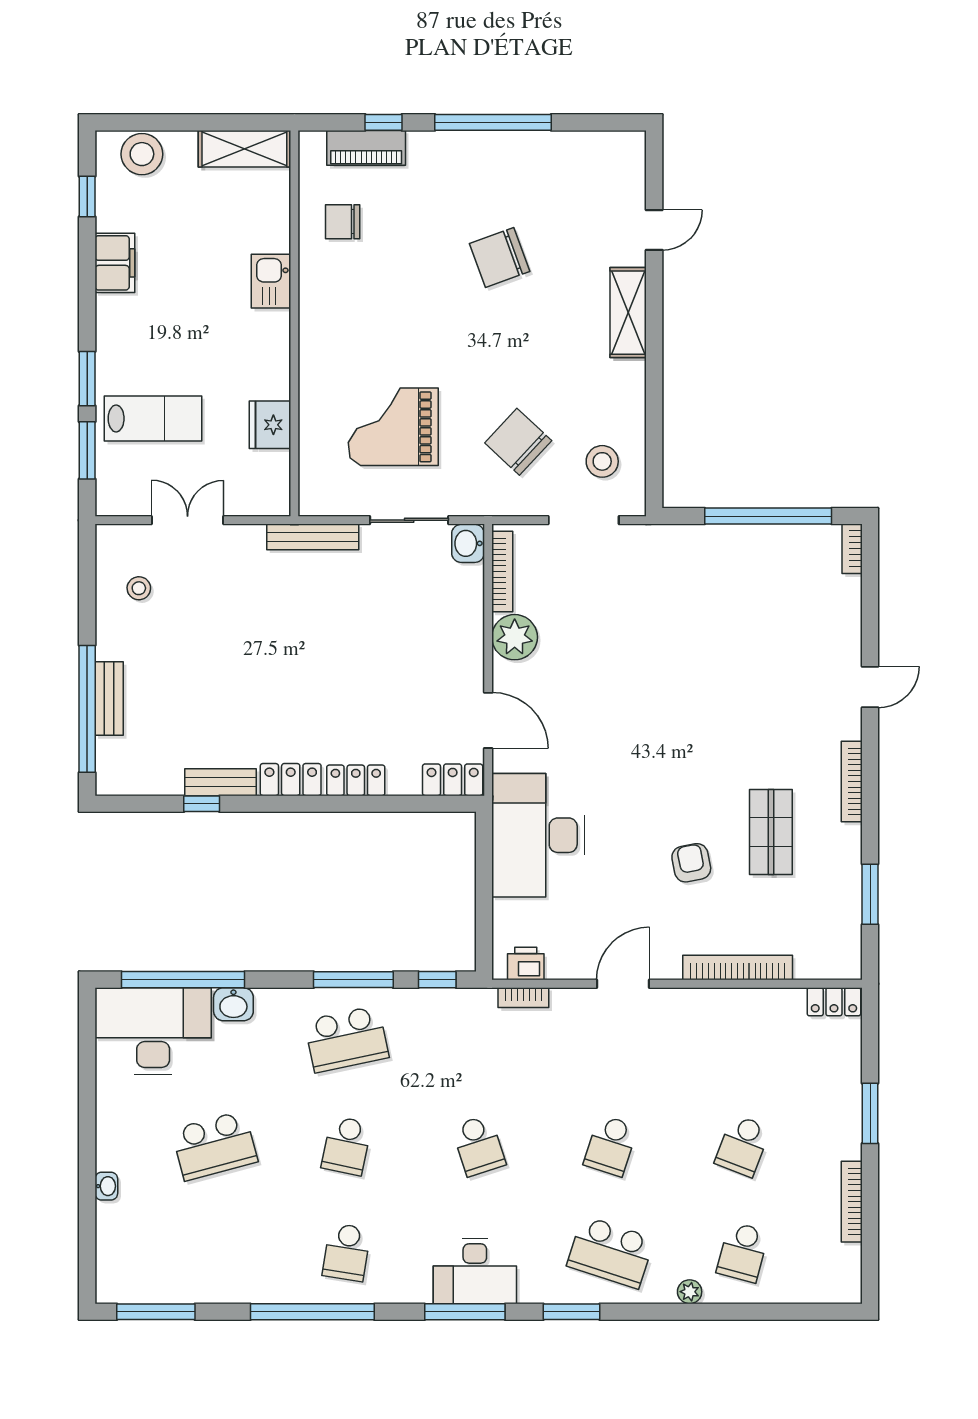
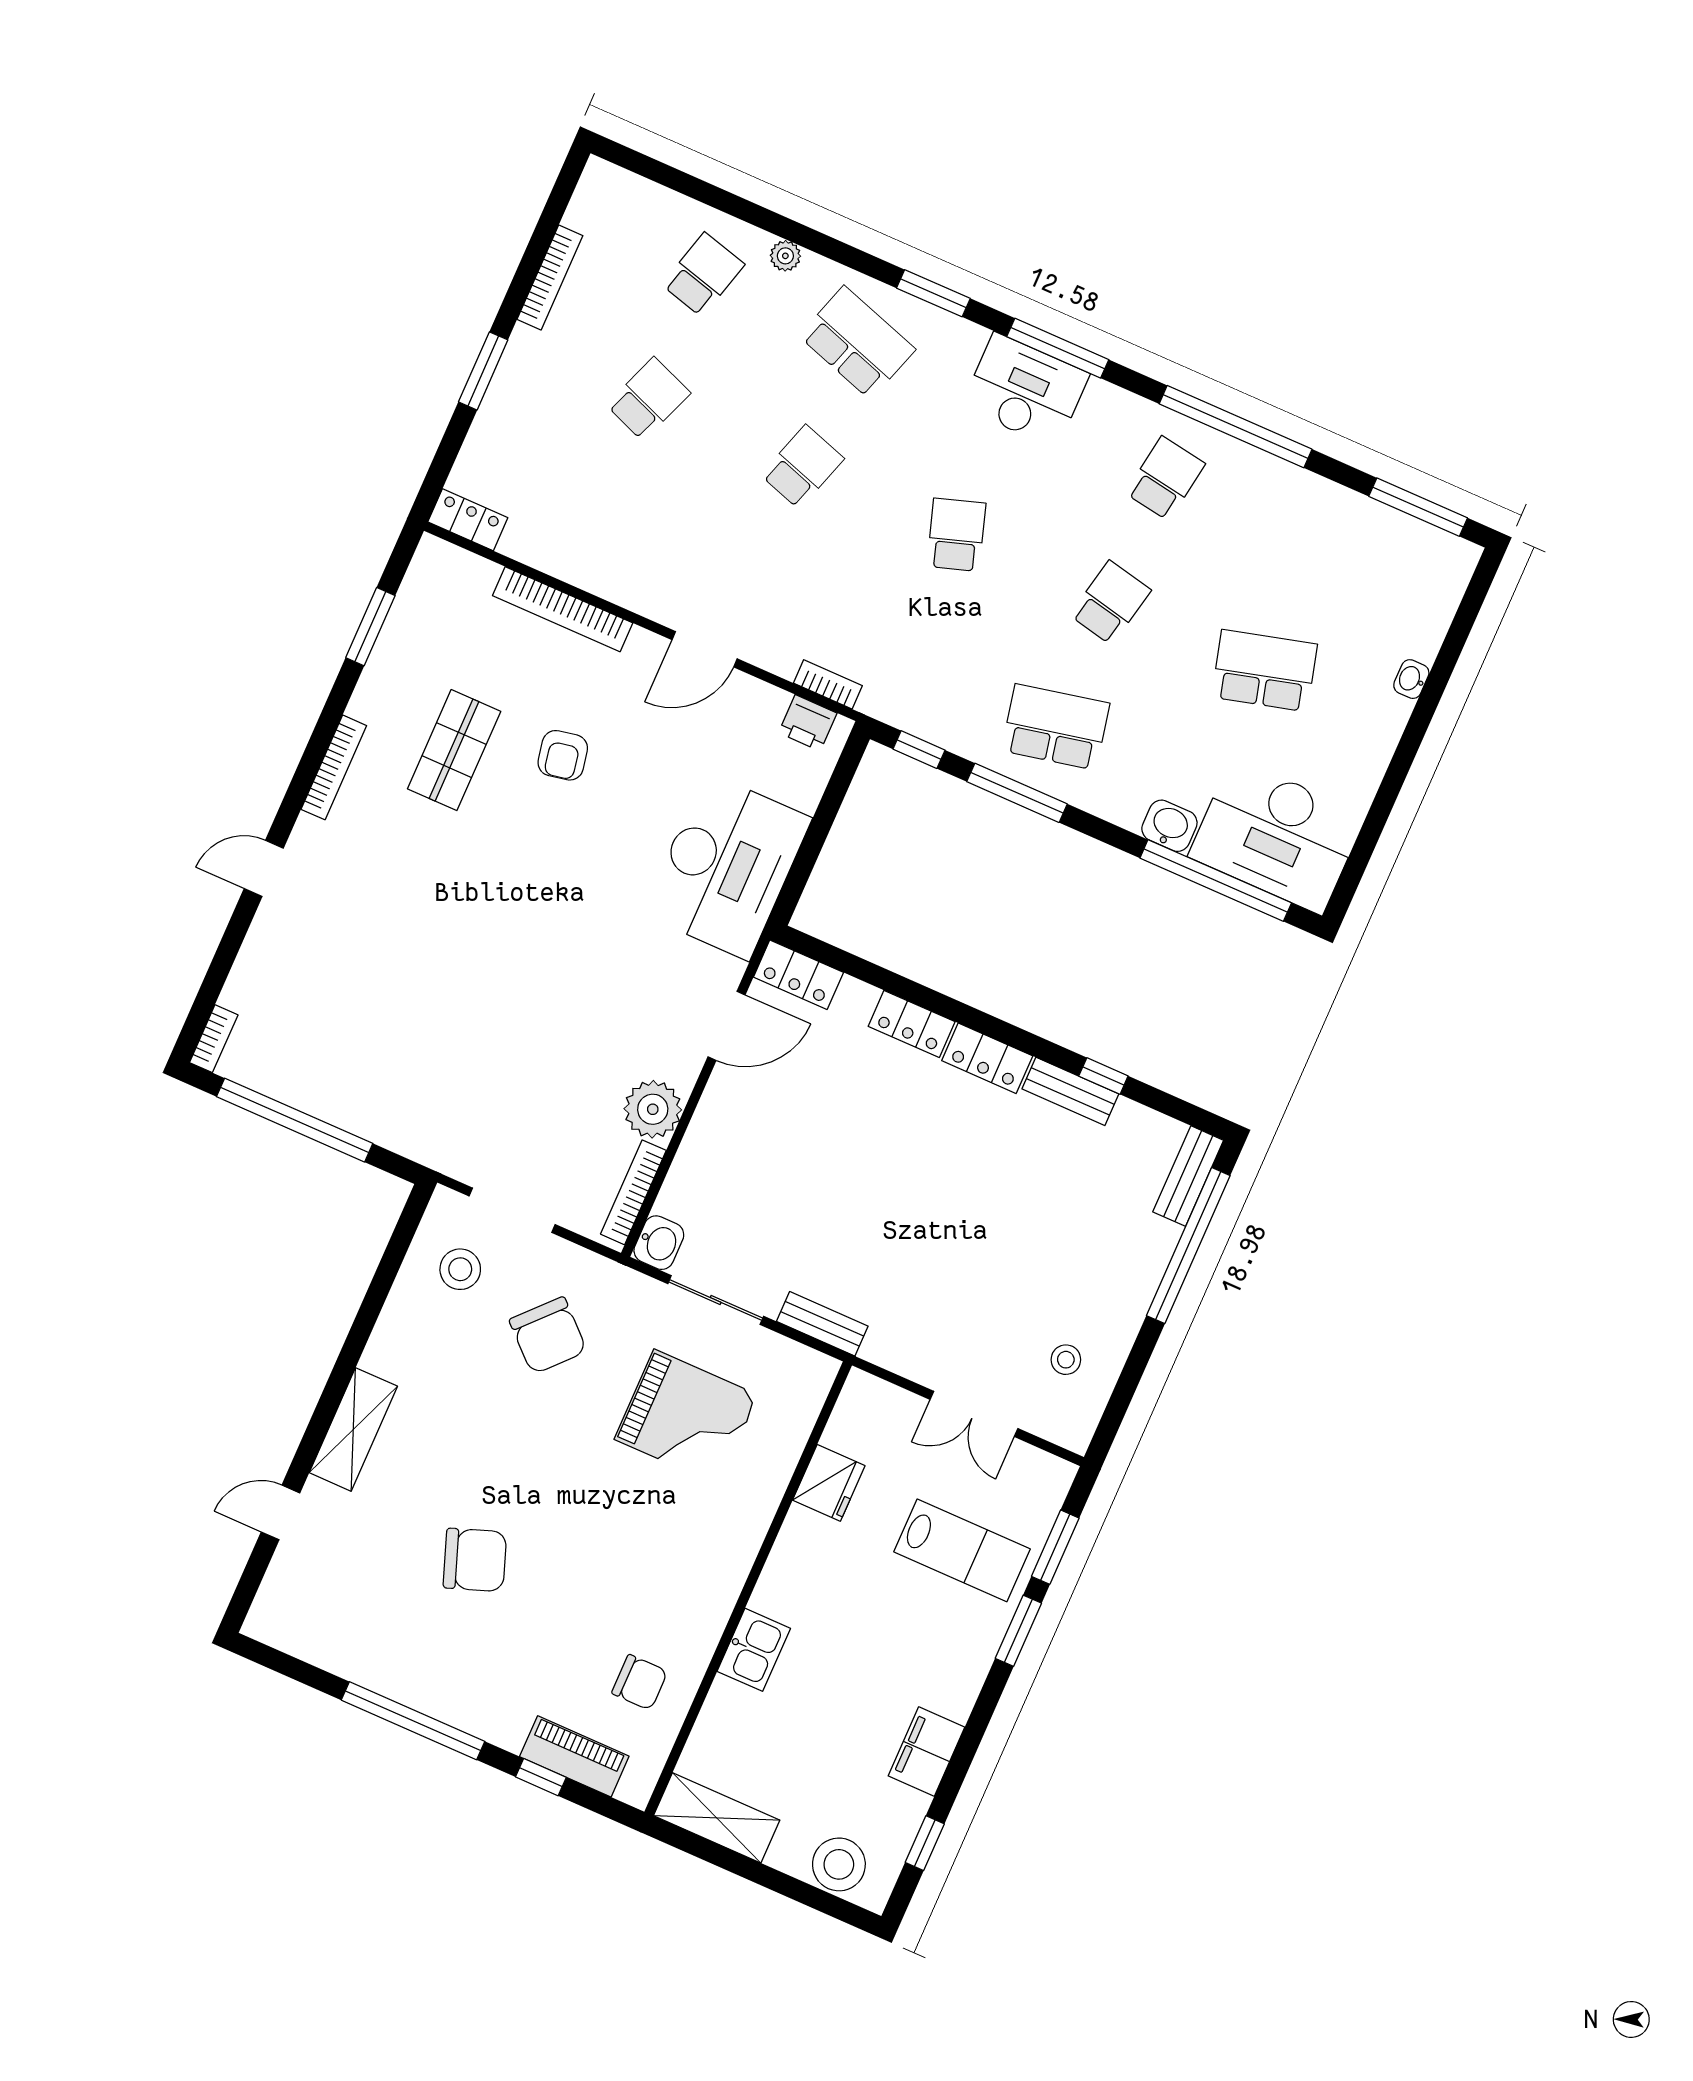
lab bench: (153, 418) -> (962, 1550), turned 180
bench: (313, 537) -> (822, 1324), width x0.73
bench: (109, 699) -> (1188, 1176), moved
door: (488, 720) -> (727, 1026), swing flipped

